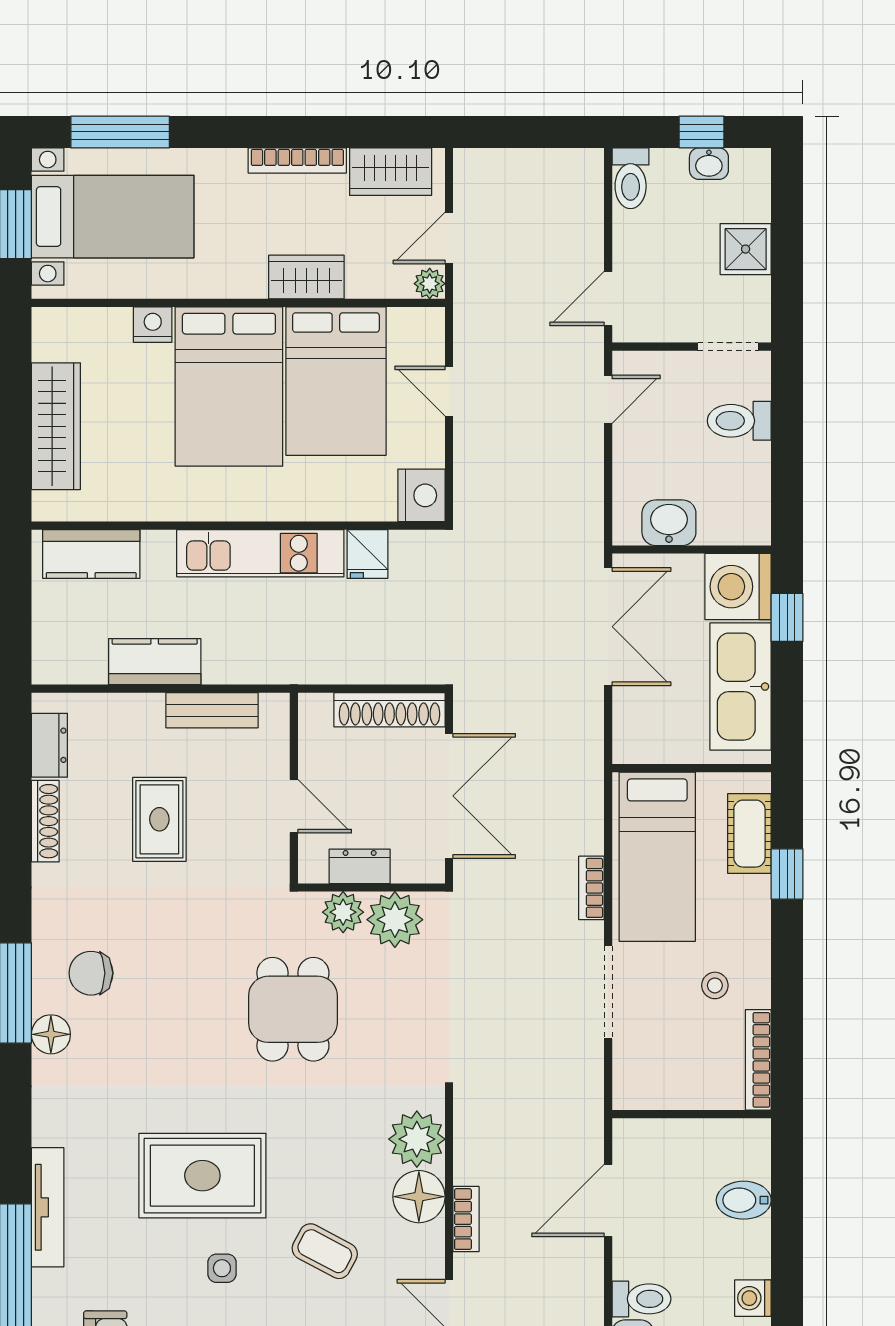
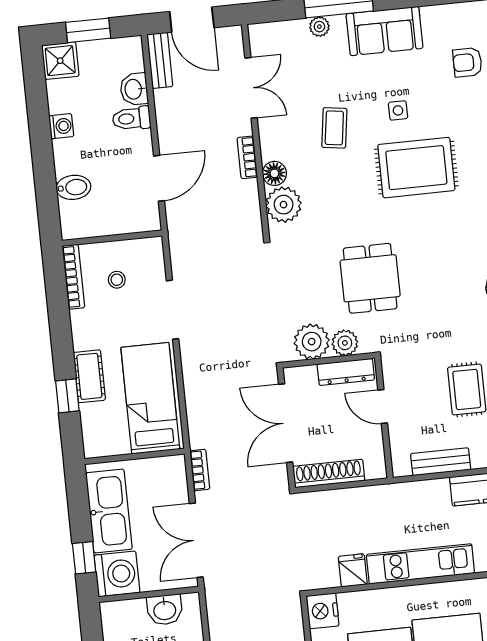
cot: (749, 834) -> (89, 376), moved
dresser: (360, 866) -> (346, 372), width x1.44
bookcase: (591, 888) -> (200, 470), moved
stool: (715, 985) -> (117, 280), moved
floor lamp: (419, 1197) -> (274, 173), width x0.73, depth x0.73
coffee table: (325, 1251) -> (334, 128), turned 70

